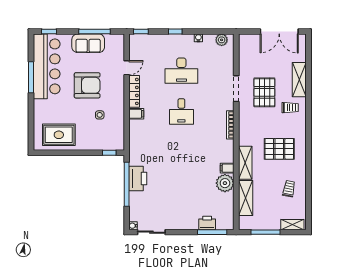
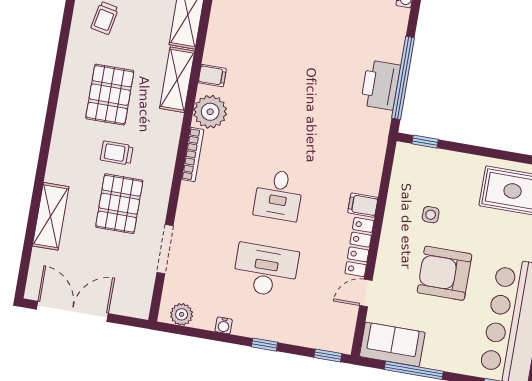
sofa: (88, 43) -> (392, 344), moved
doorway: (236, 89) -> (165, 249), moved
trolley: (290, 108) -> (117, 153), moved
desk: (181, 111) -> (279, 195), turned 180
pallet: (279, 149) -> (110, 95), turned 90
plant: (225, 183) -> (210, 112), moved

